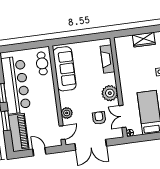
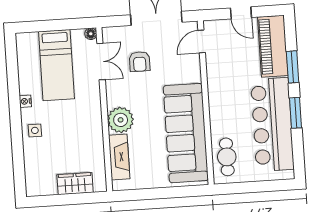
wardrobe: (144, 40) -> (75, 184), moved
sofa: (65, 69) -> (186, 133), width x1.36, depth x1.27
plant: (110, 93) -> (121, 120), moved
plant: (67, 113) -> (192, 73), removed

